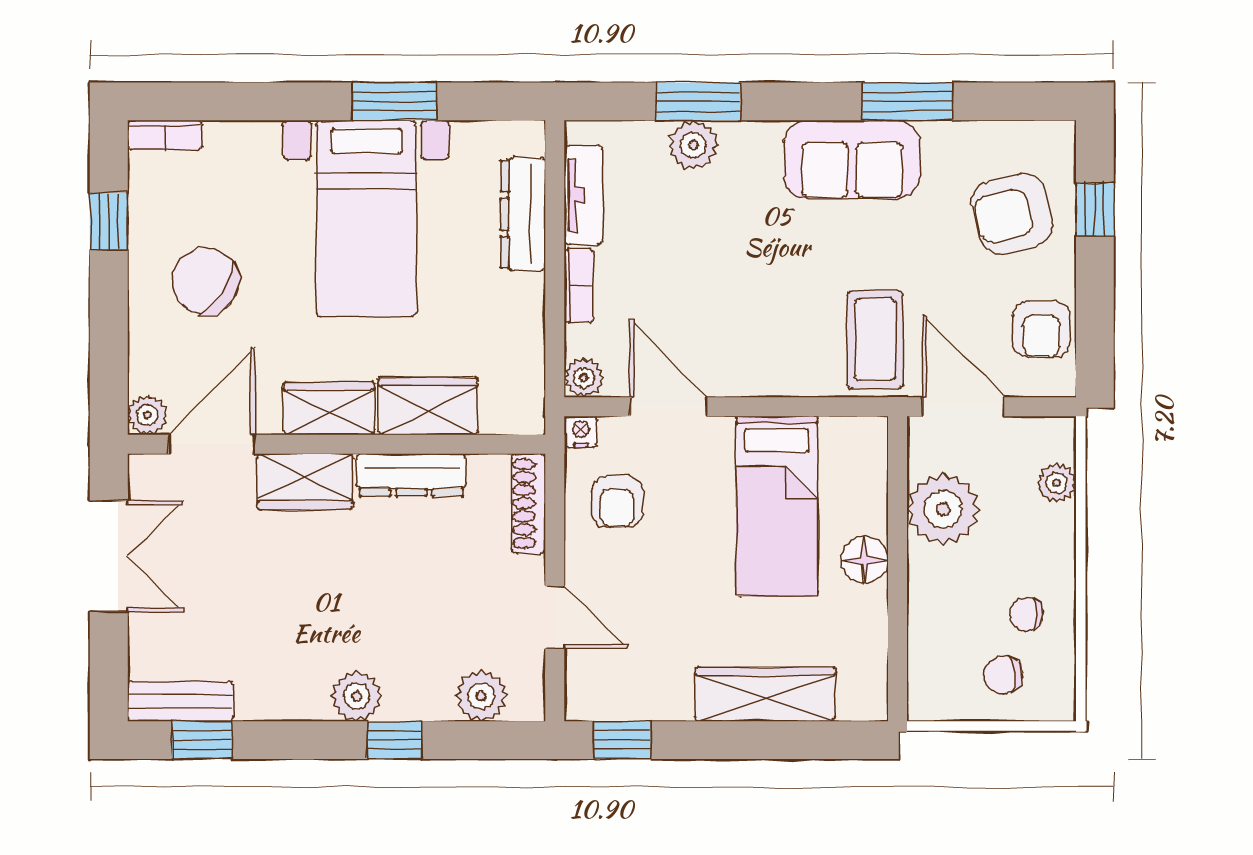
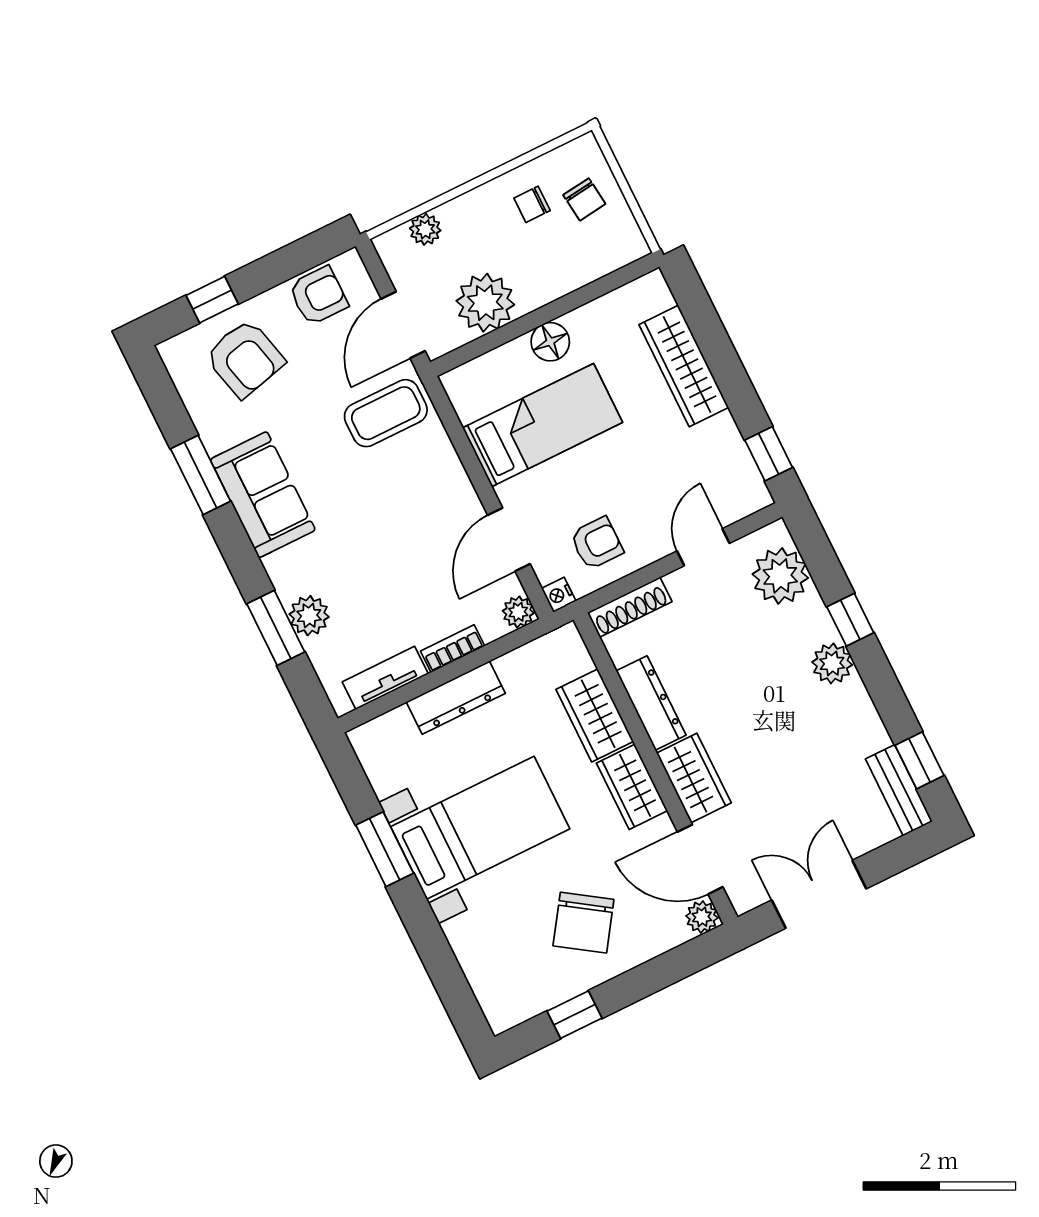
bookcase: (165, 135) -> (492, 1005), removed
dresser: (523, 214) -> (456, 698), moved
chair: (1026, 614) -> (532, 204), turned 90
plant: (481, 696) -> (780, 576), width x1.36, depth x1.36

